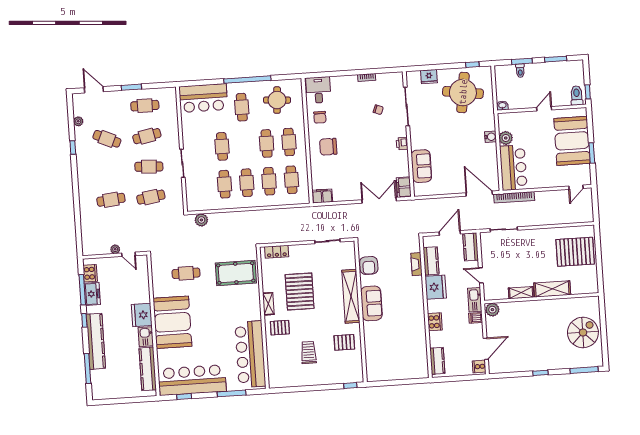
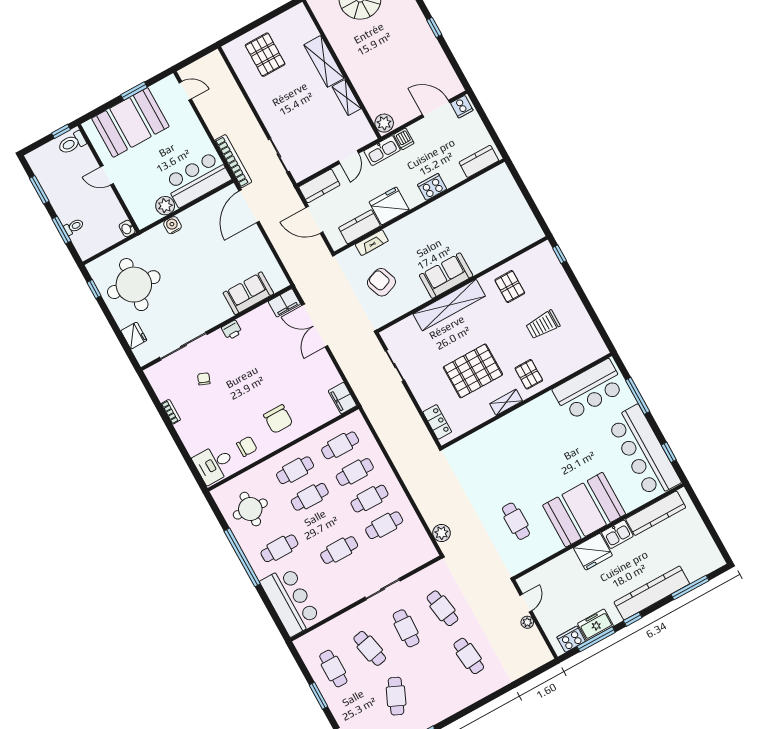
pallet: (575, 252) -> (265, 55), width x0.73, depth x0.71
armchair: (369, 265) -> (381, 282), moved, turned -110
pool table: (236, 273) -> (487, 460), removed
bar counter: (250, 354) -> (589, 390), width x0.73

